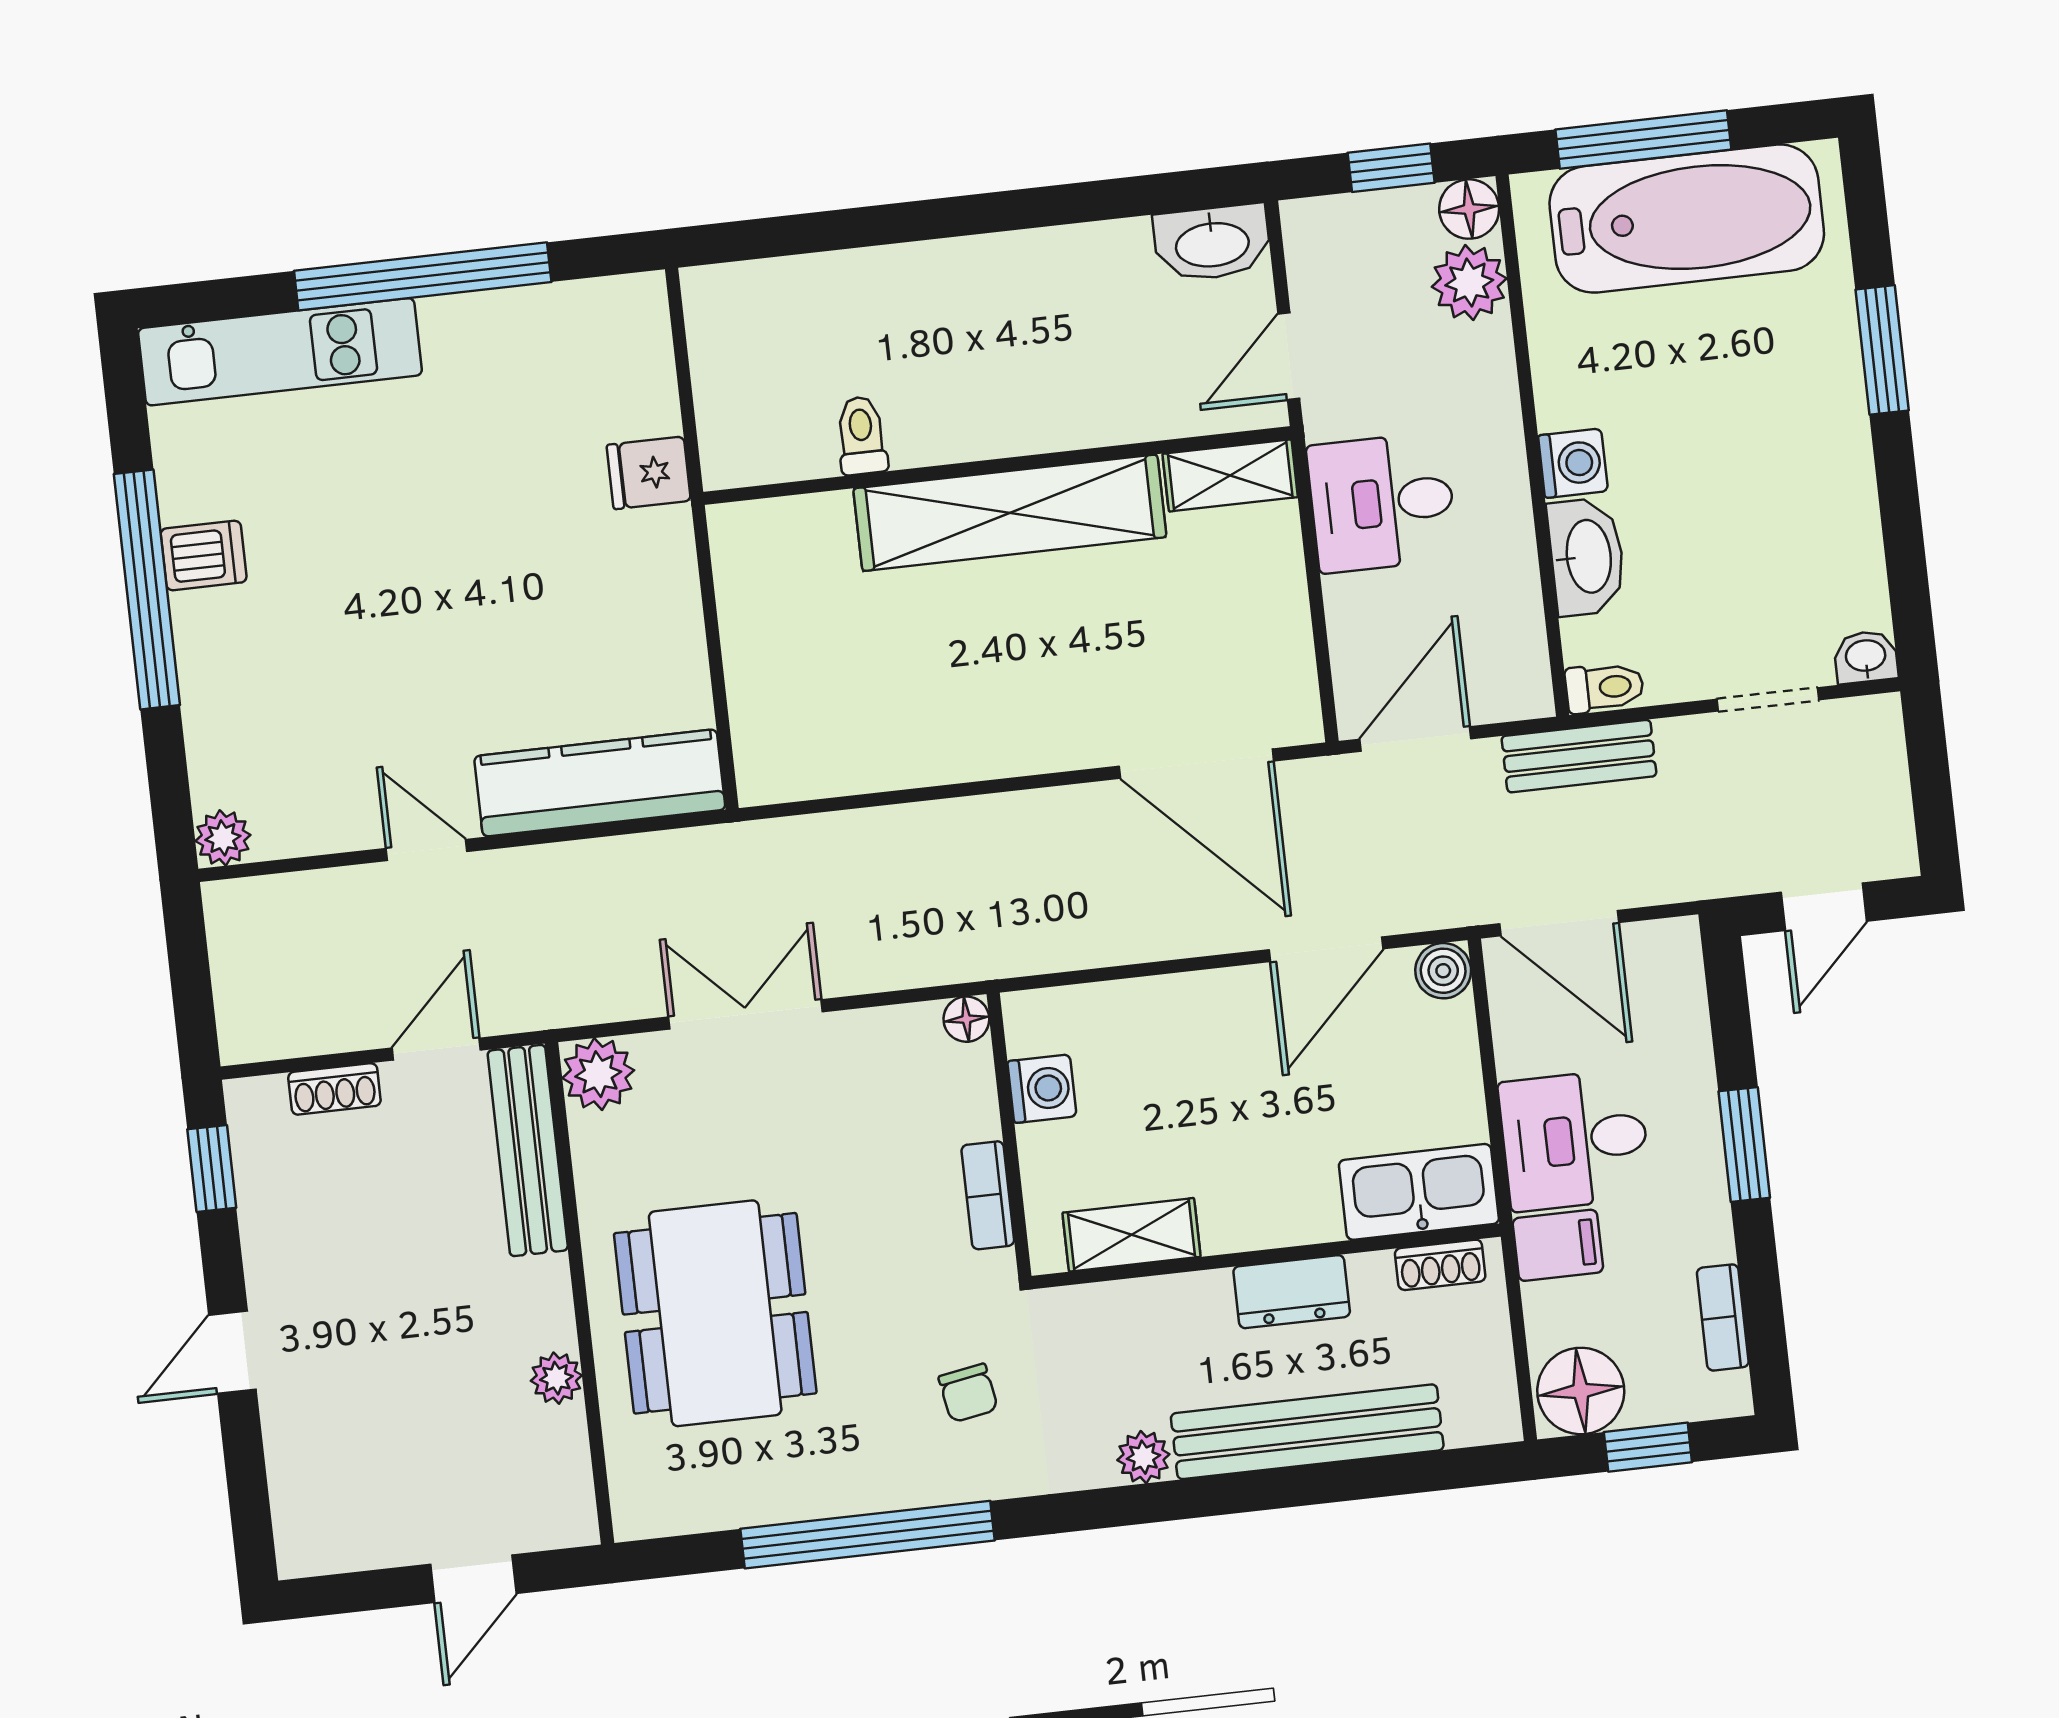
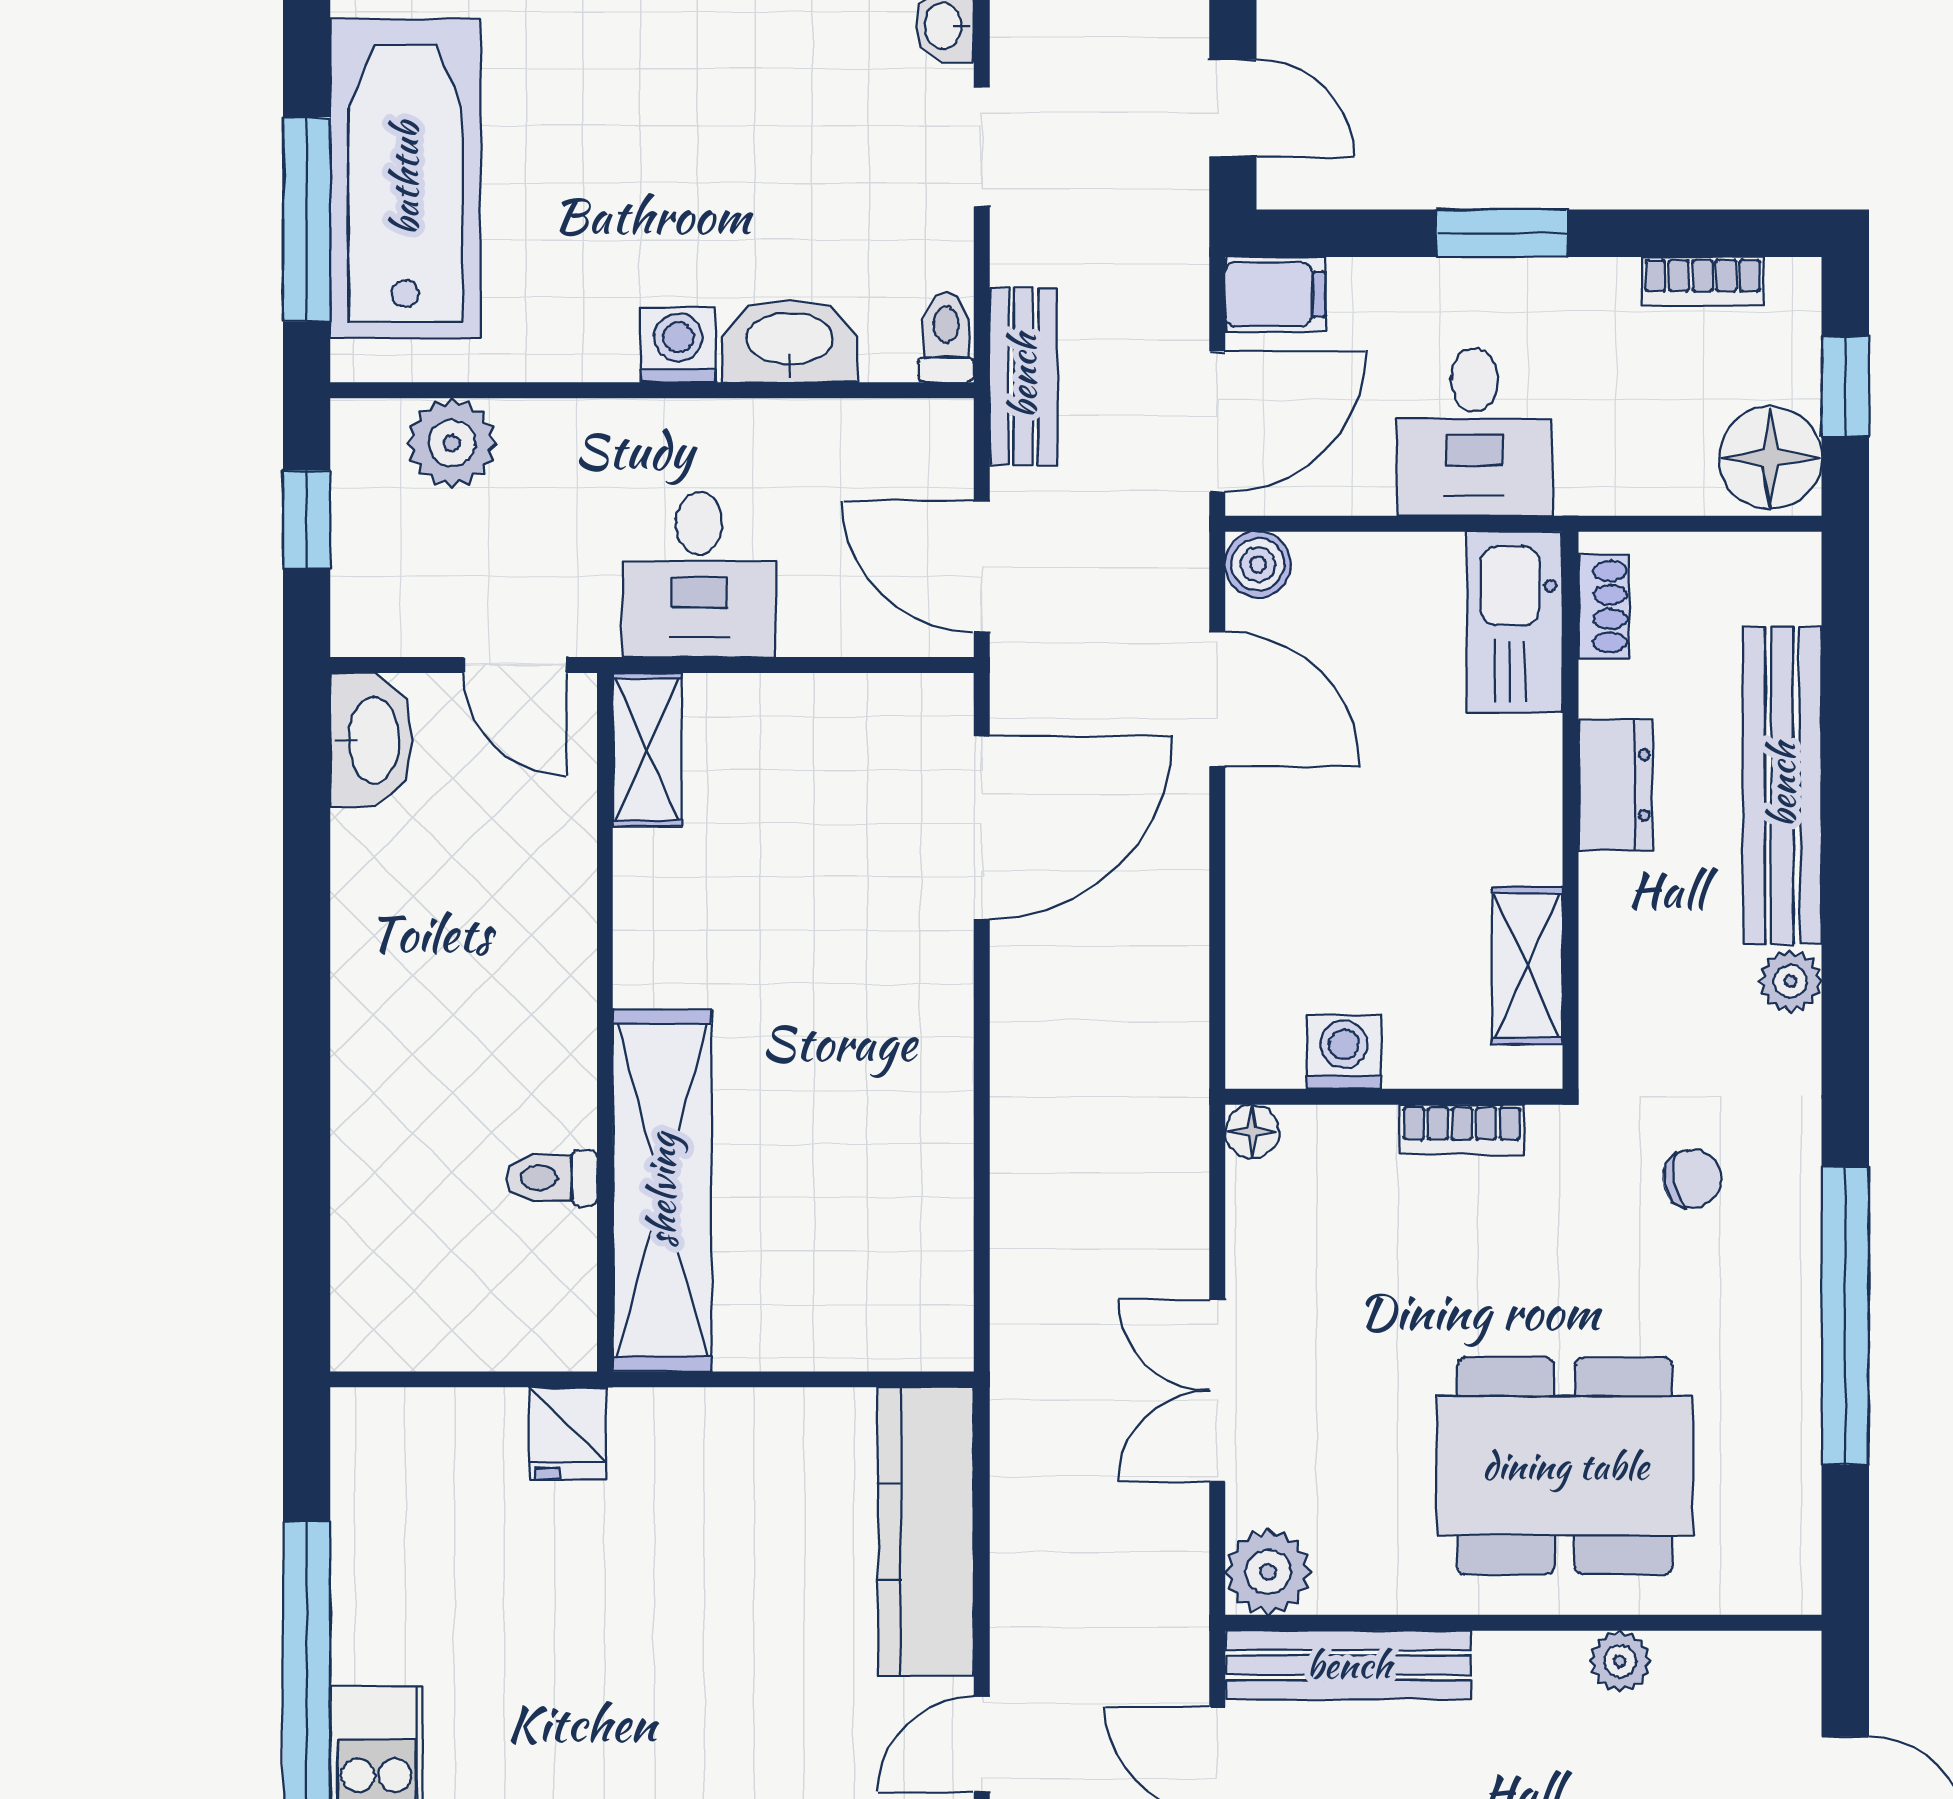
floor lamp: (1469, 209) -> (365, 433), removed
shelving: (1010, 513) -> (662, 1190), moved
filing cabinet: (1558, 1245) -> (1275, 294), moved, turned 90

